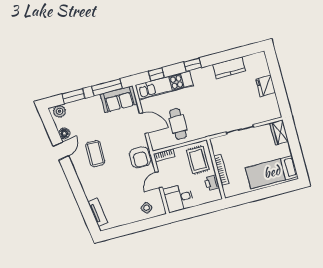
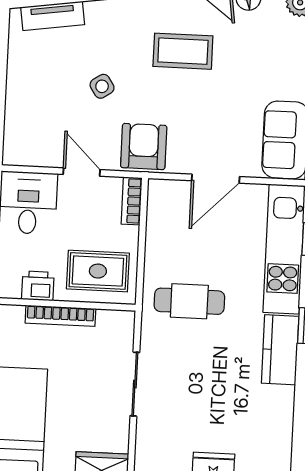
kitchen counter: (229, 68) -> (280, 350), moved
cafe table: (178, 124) -> (189, 301), moved
armchair: (140, 157) -> (144, 146), turned 90
side table: (147, 208) -> (102, 86), moved

